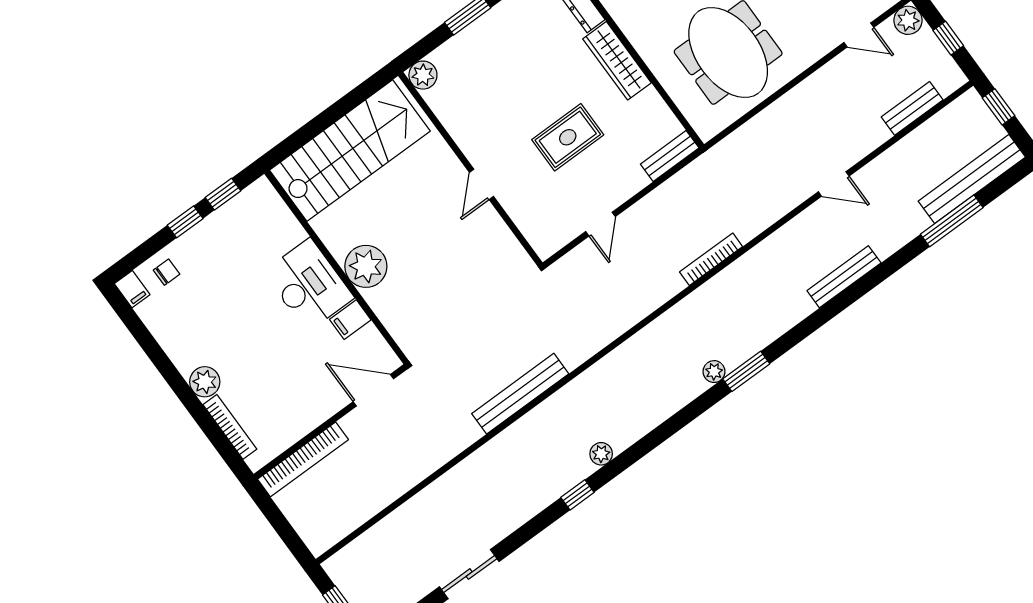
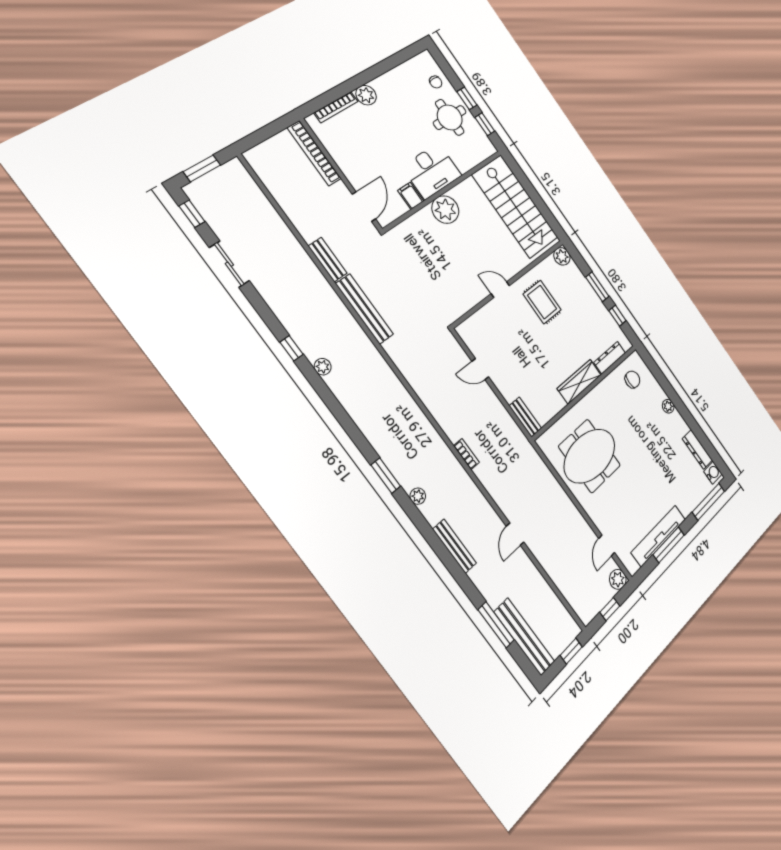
bench: (912, 108) -> (328, 260), moved
rug: (568, 137) -> (542, 302), moved
round table: (220, 252) -> (450, 117), added
bookcase: (711, 259) -> (466, 454), width x0.64
filing cabinet: (132, 289) -> (424, 59), removed
plant: (714, 372) -> (418, 496), moved

